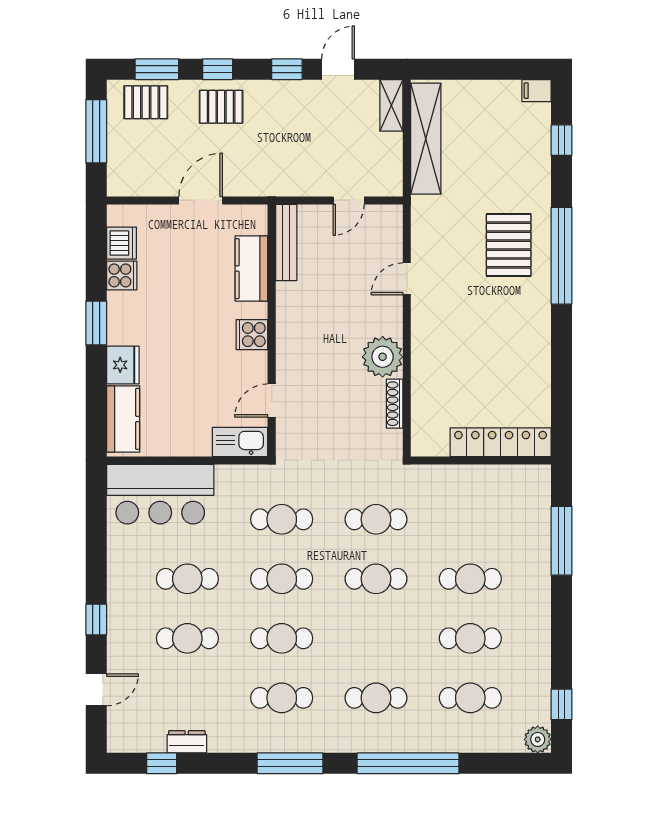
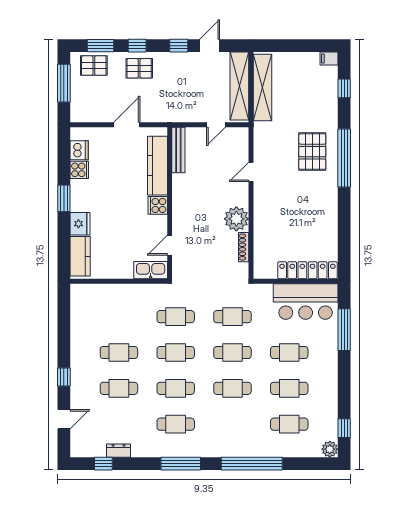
shelving: (391, 105) -> (239, 86), width x2.20, depth x1.33
kitchen counter: (251, 269) -> (157, 166), width x1.50
bar counter: (160, 494) -> (306, 301), moved
cafe table: (376, 698) -> (232, 388), moved

